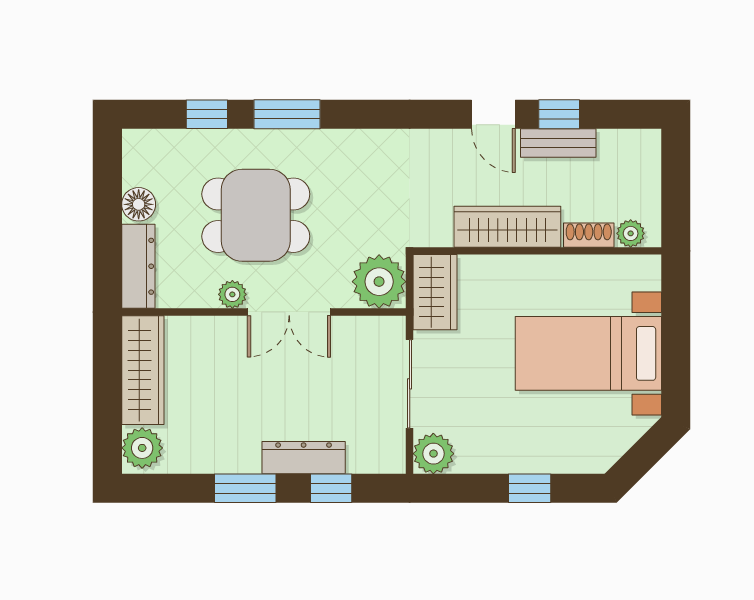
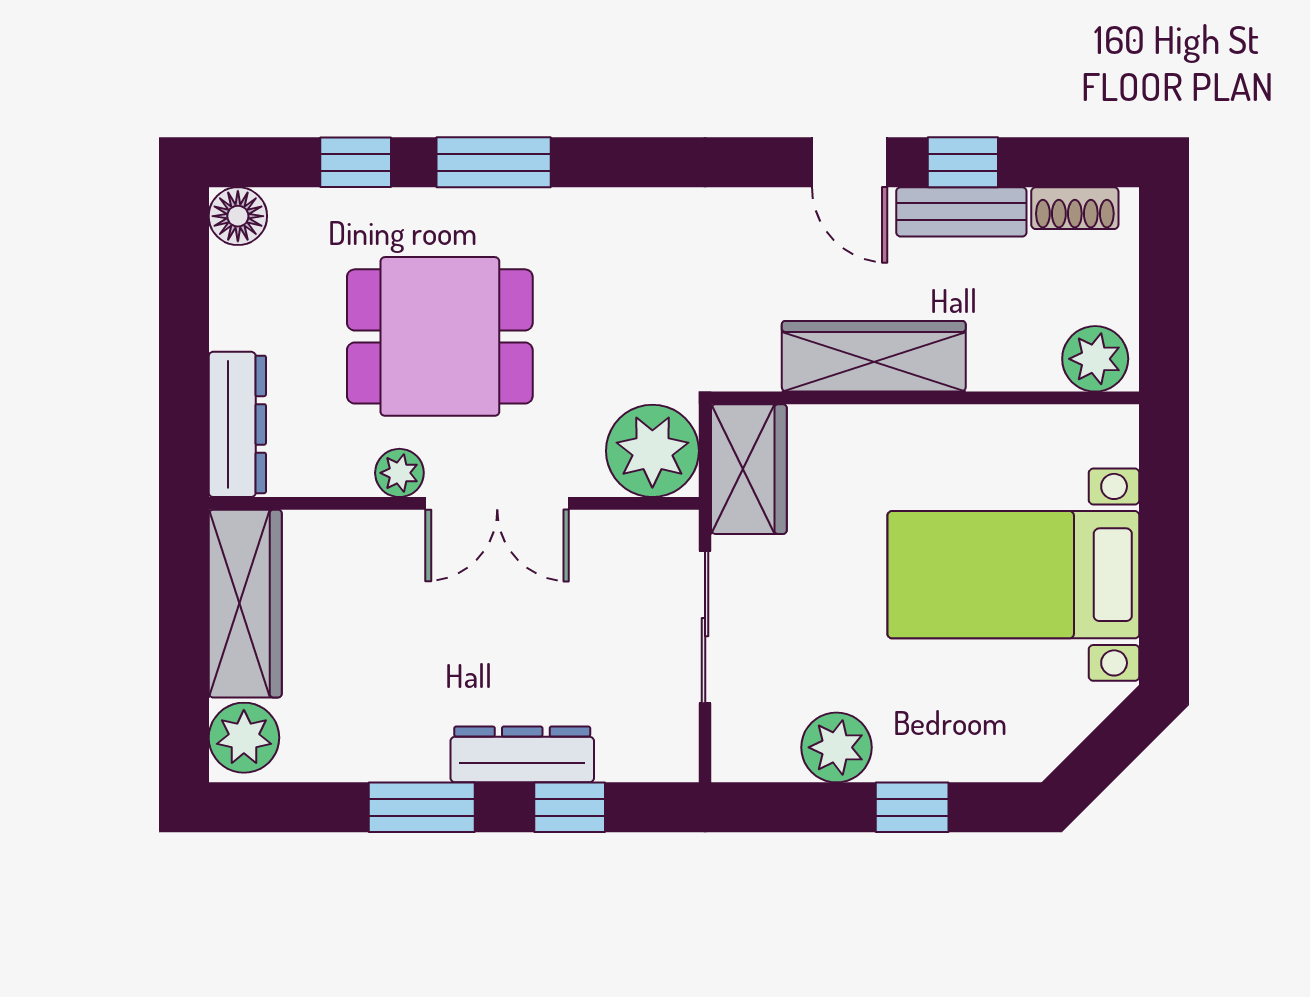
floor lamp: (139, 204) -> (238, 216), moved
plant: (631, 233) -> (1095, 359), width x1.38, depth x1.38
shoe rack: (589, 235) -> (1075, 208), moved, turned 180
plant: (433, 454) -> (836, 747), moved

